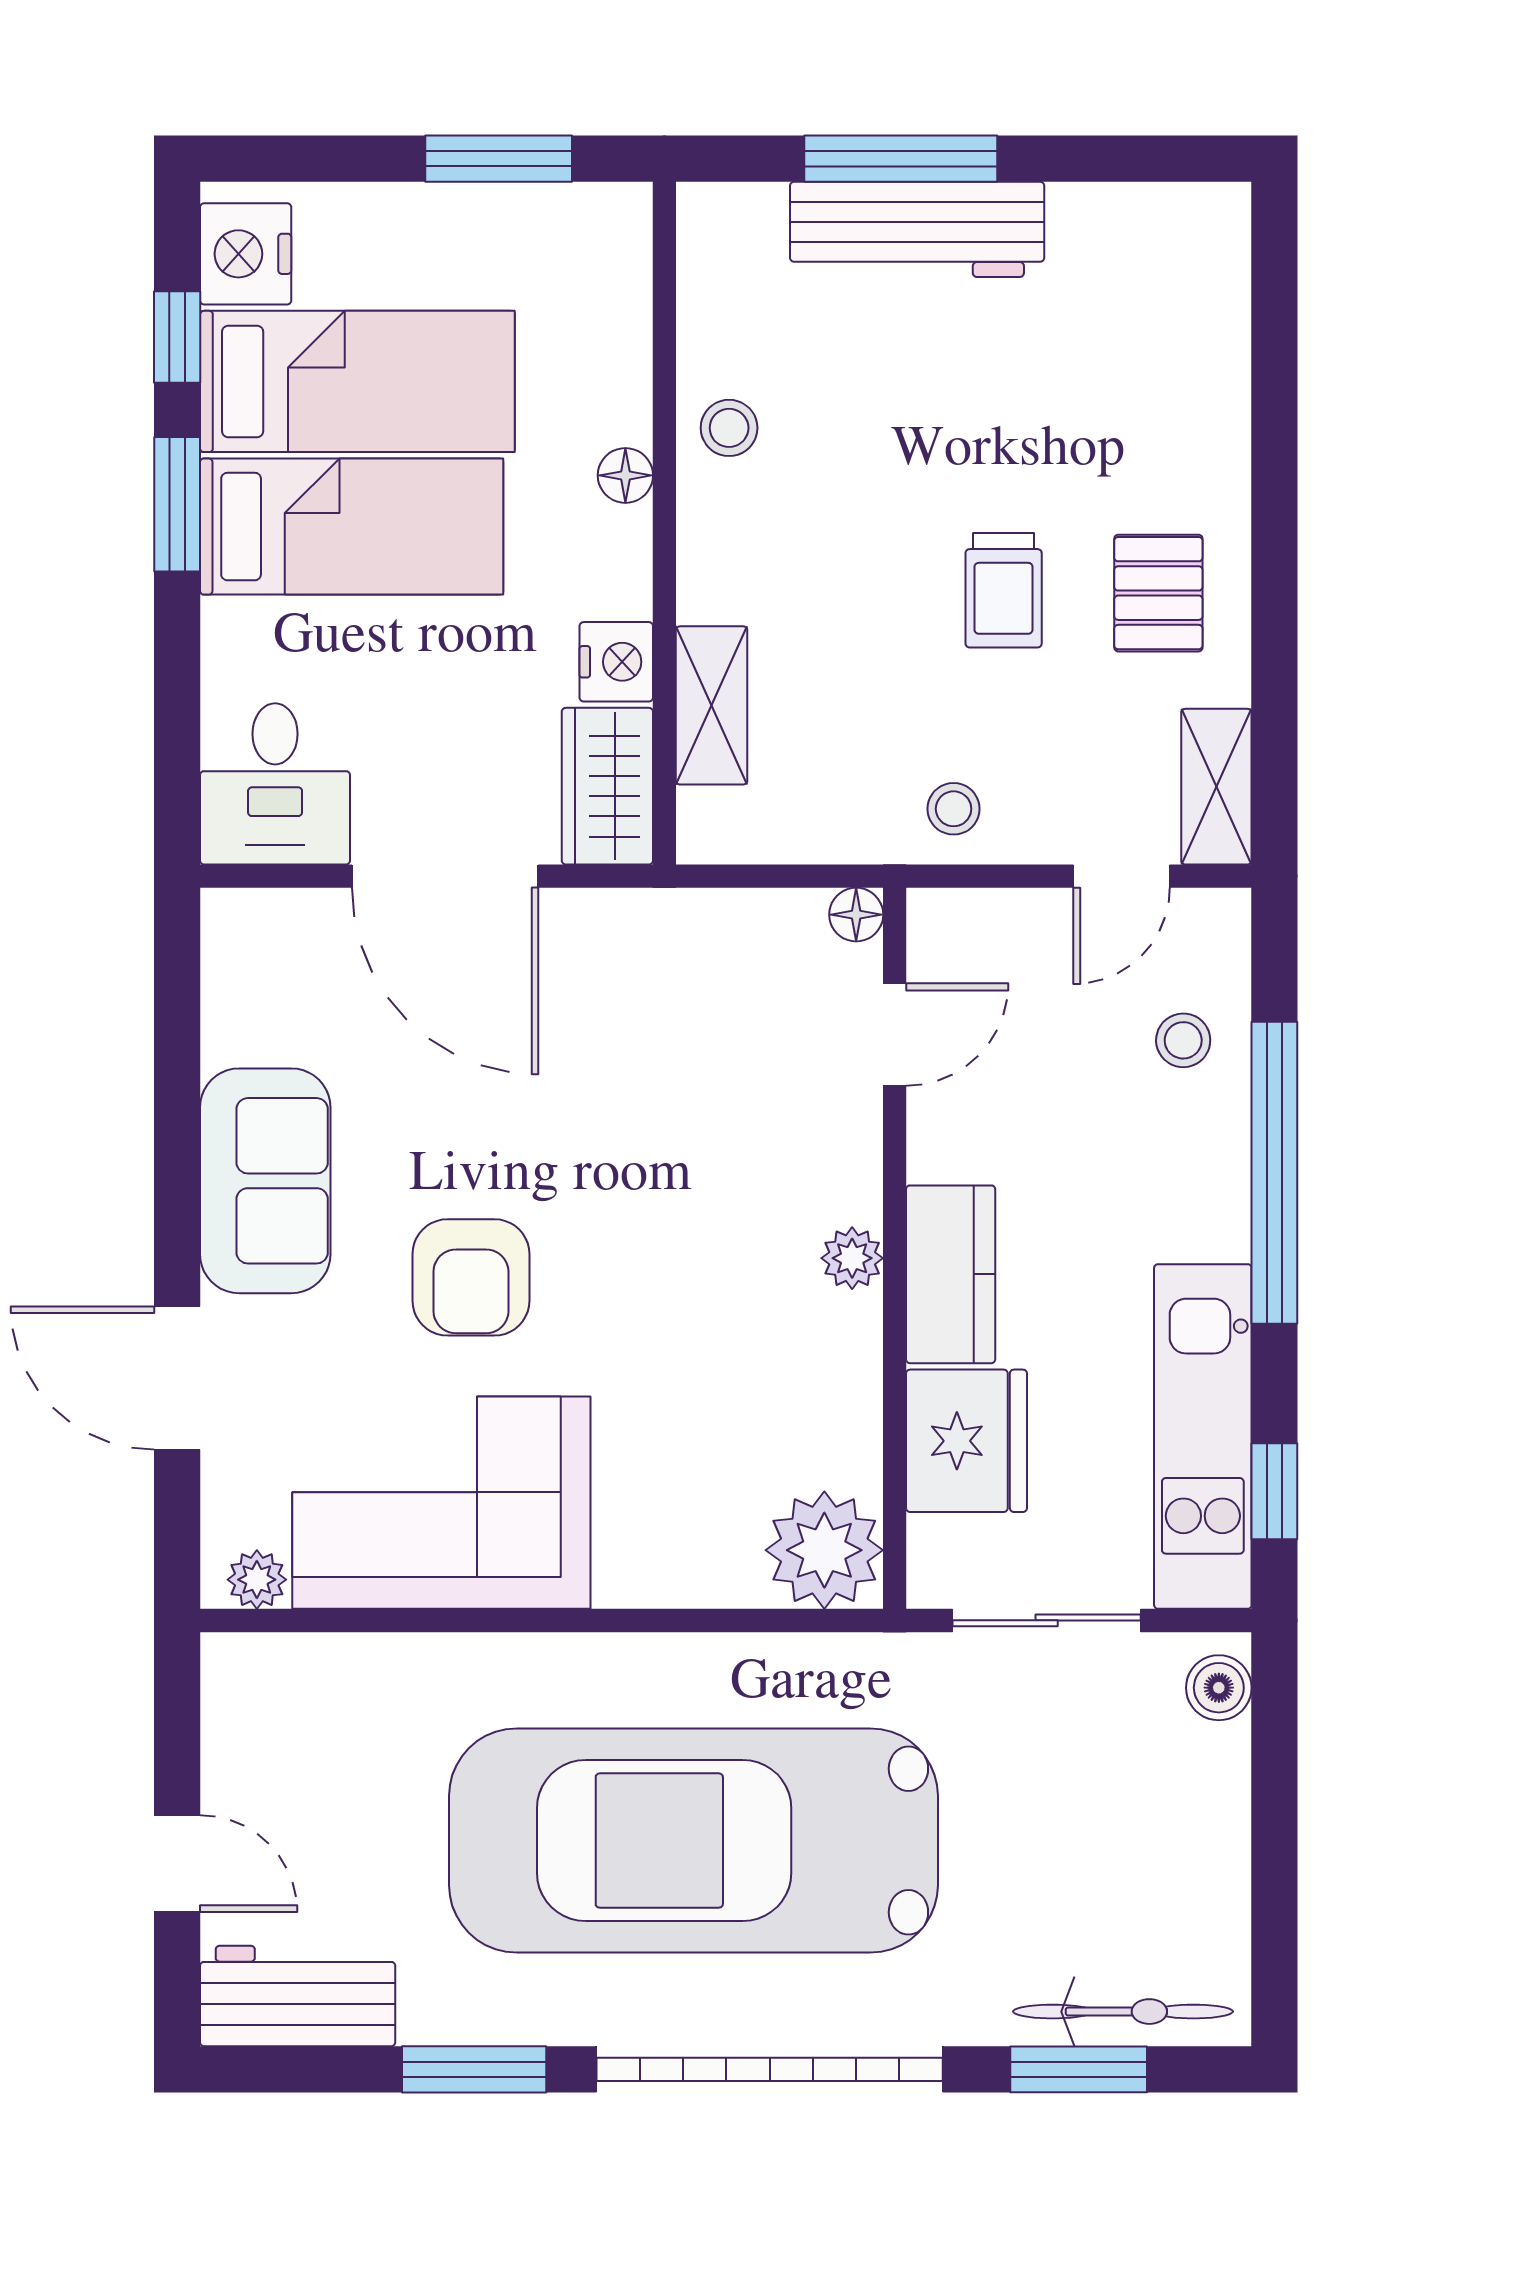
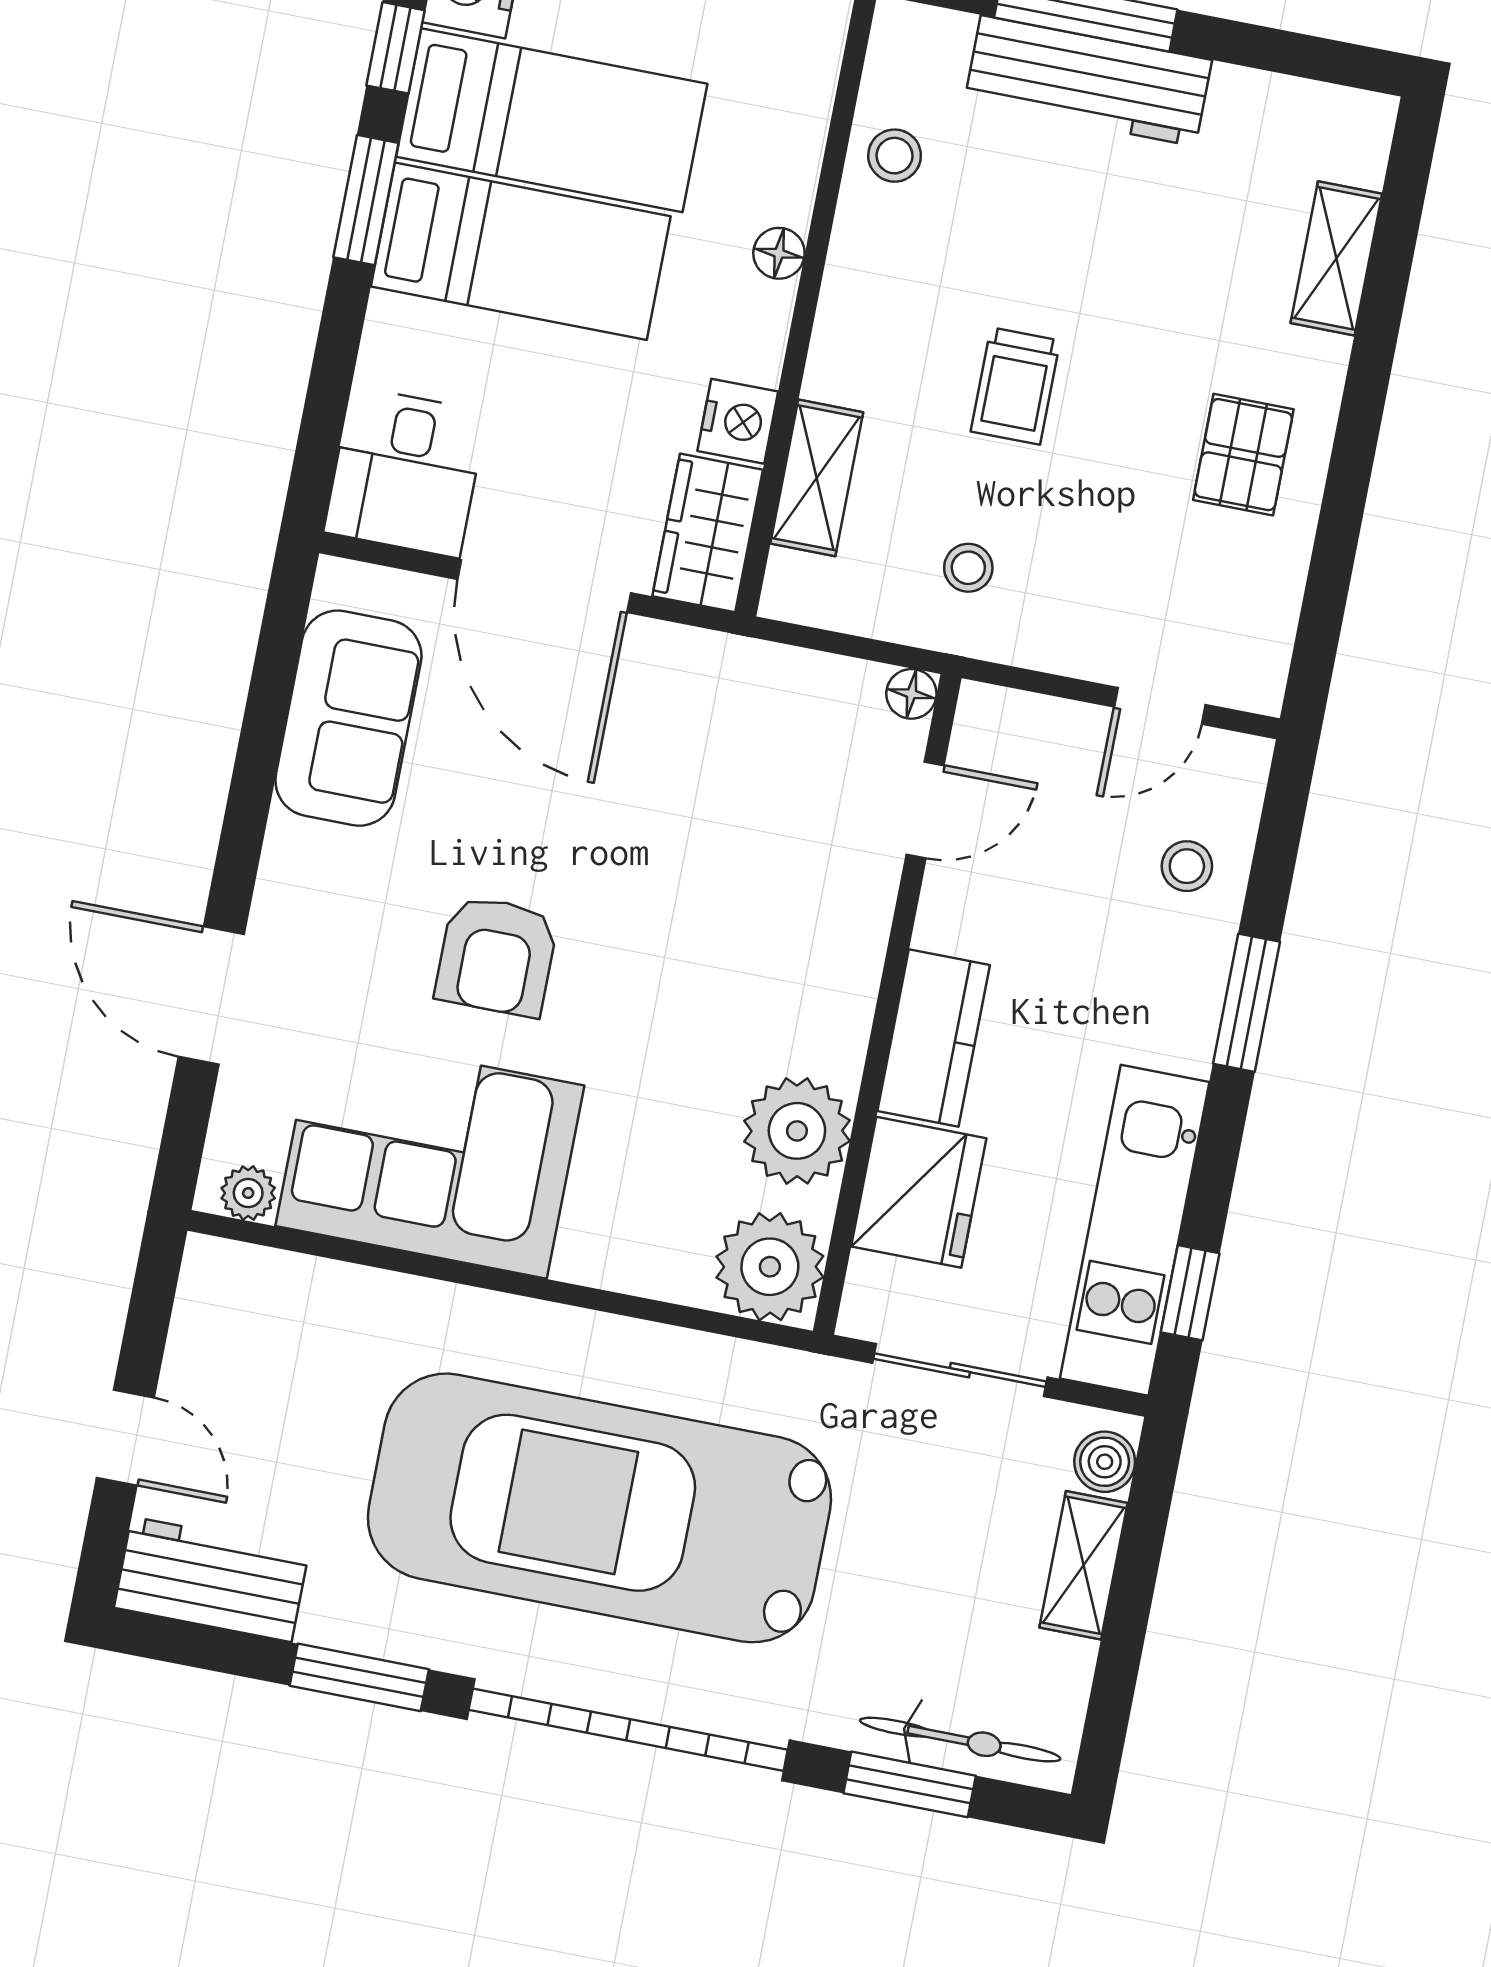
stool: (729, 428) -> (895, 156), moved
trolley: (1004, 590) -> (1015, 386), moved
shelving: (1216, 787) -> (1336, 258), moved
stool: (954, 809) -> (968, 568), moved
window: (1274, 1173) -> (1246, 1003), width x0.47
sofa: (265, 1181) -> (348, 718), moved
plant: (852, 1258) -> (797, 1131), moved, width x1.87, depth x1.87
shelving: (1218, 1802) -> (1084, 1565), added

